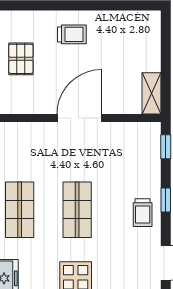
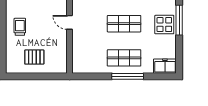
door: (79, 118) -> (70, 22), width x0.53

